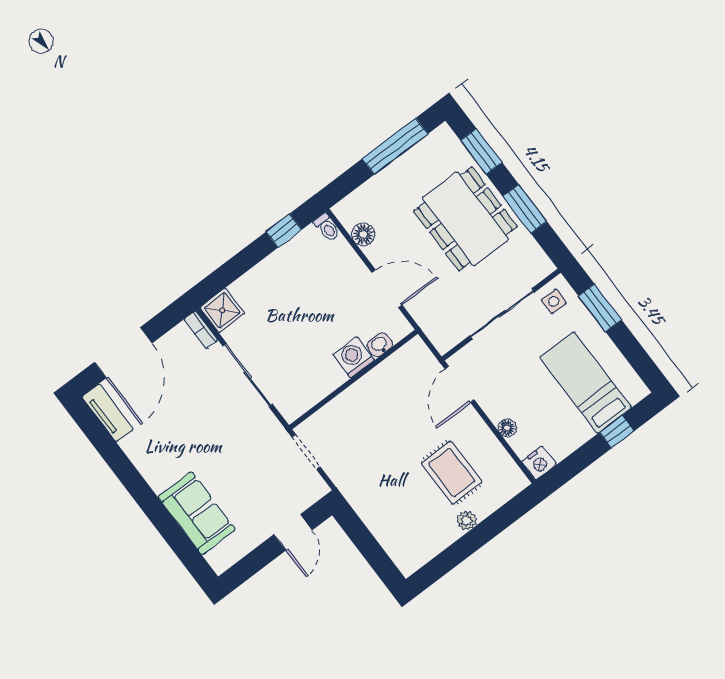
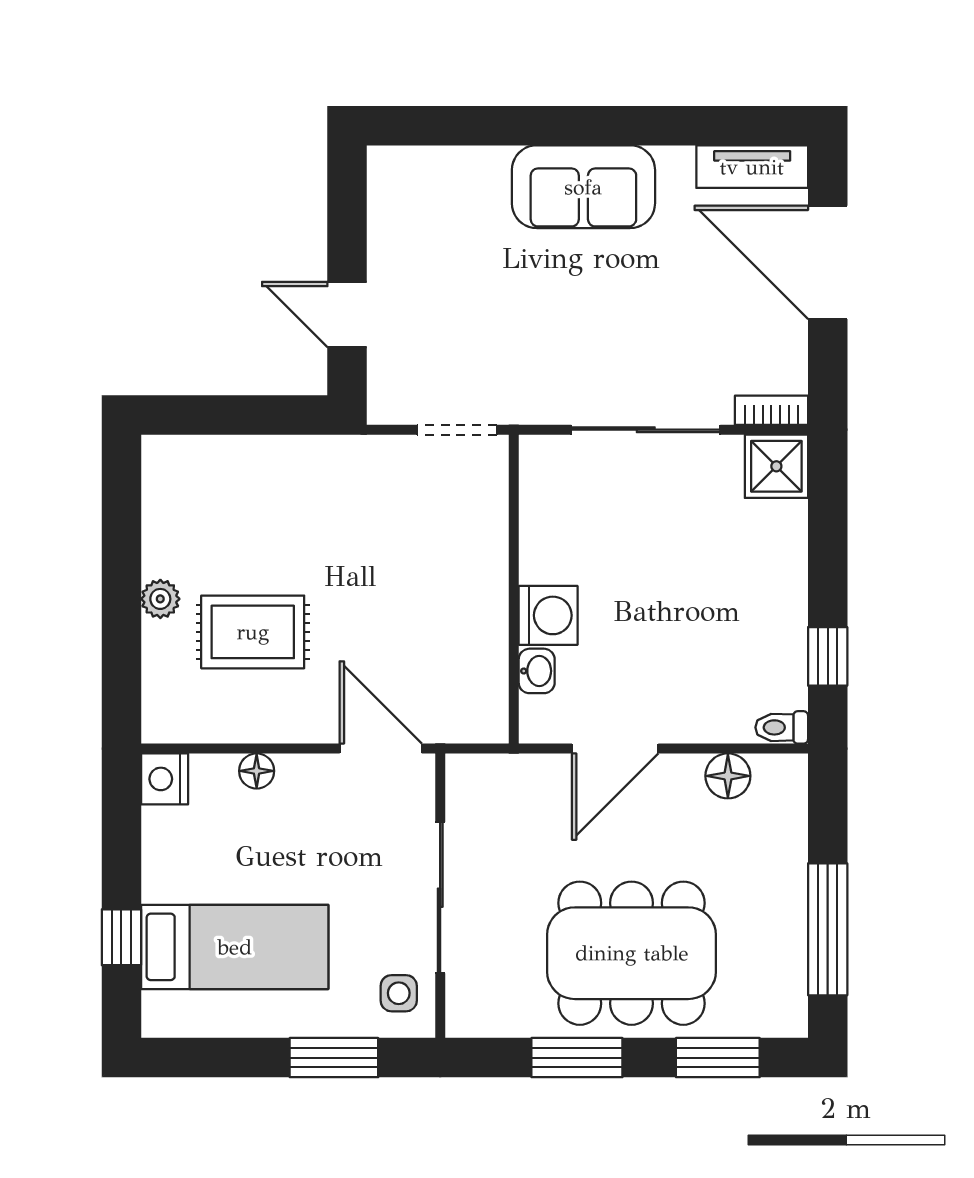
sofa: (197, 513) -> (583, 187), moved

